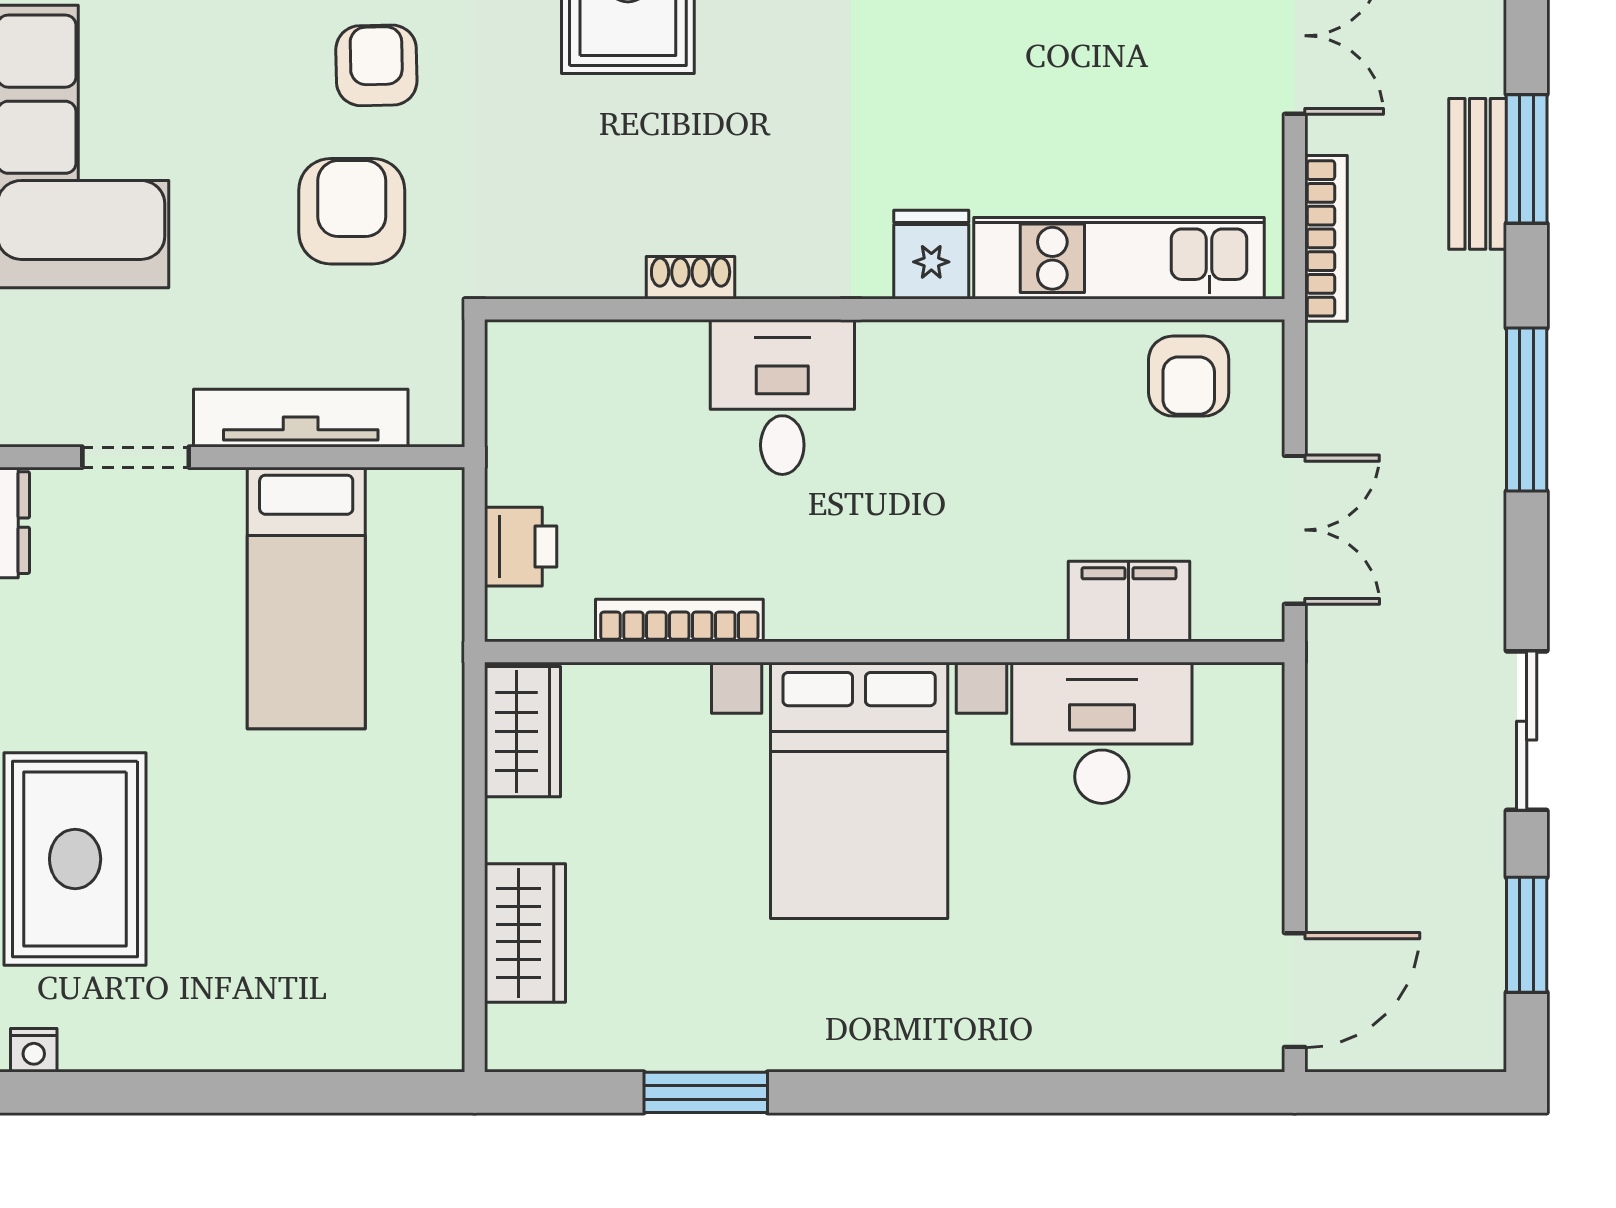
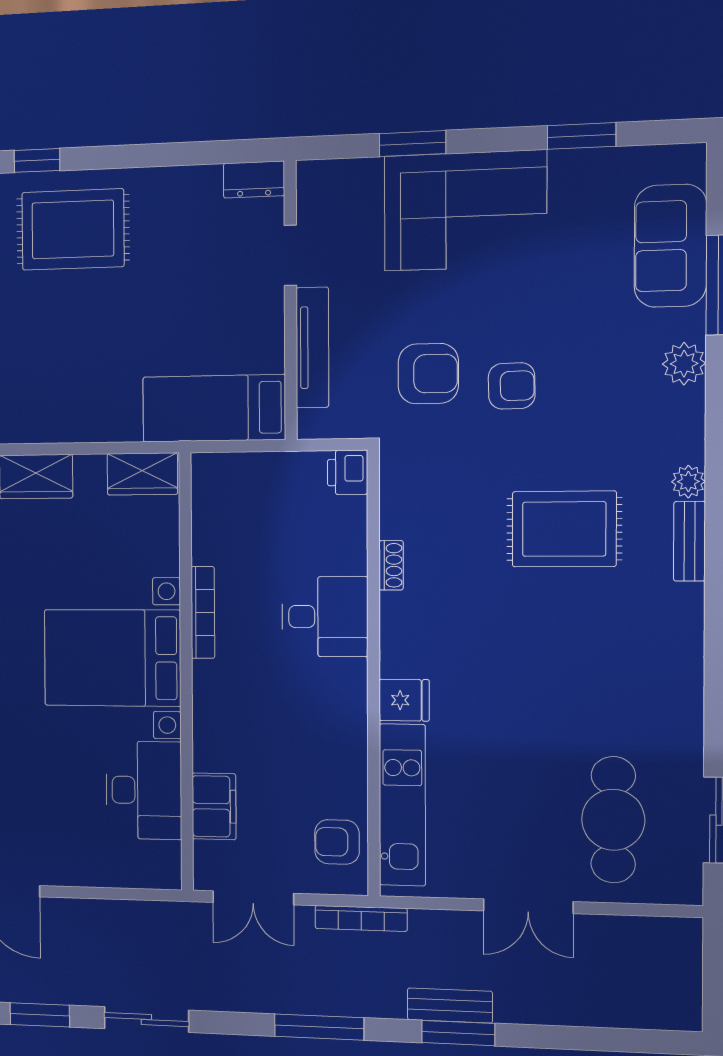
bookcase: (1326, 238) -> (361, 918), moved
printer: (521, 547) -> (348, 472), moved, turned 90
bed: (306, 598) -> (214, 408), moved
bookcase: (679, 621) -> (203, 612), moved

